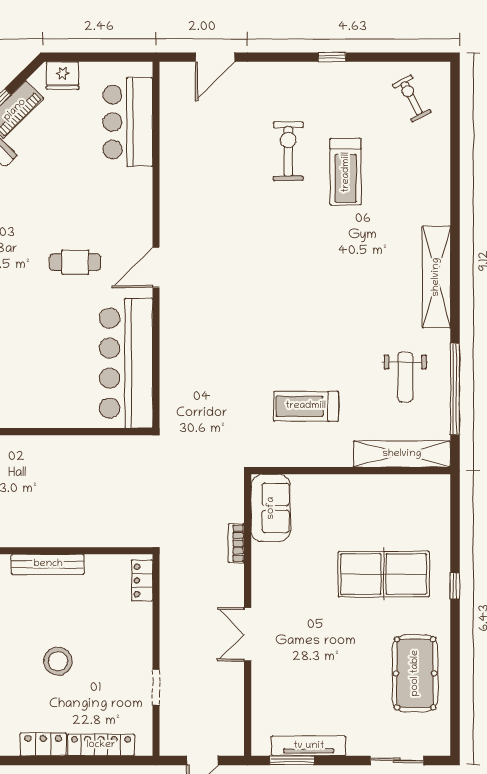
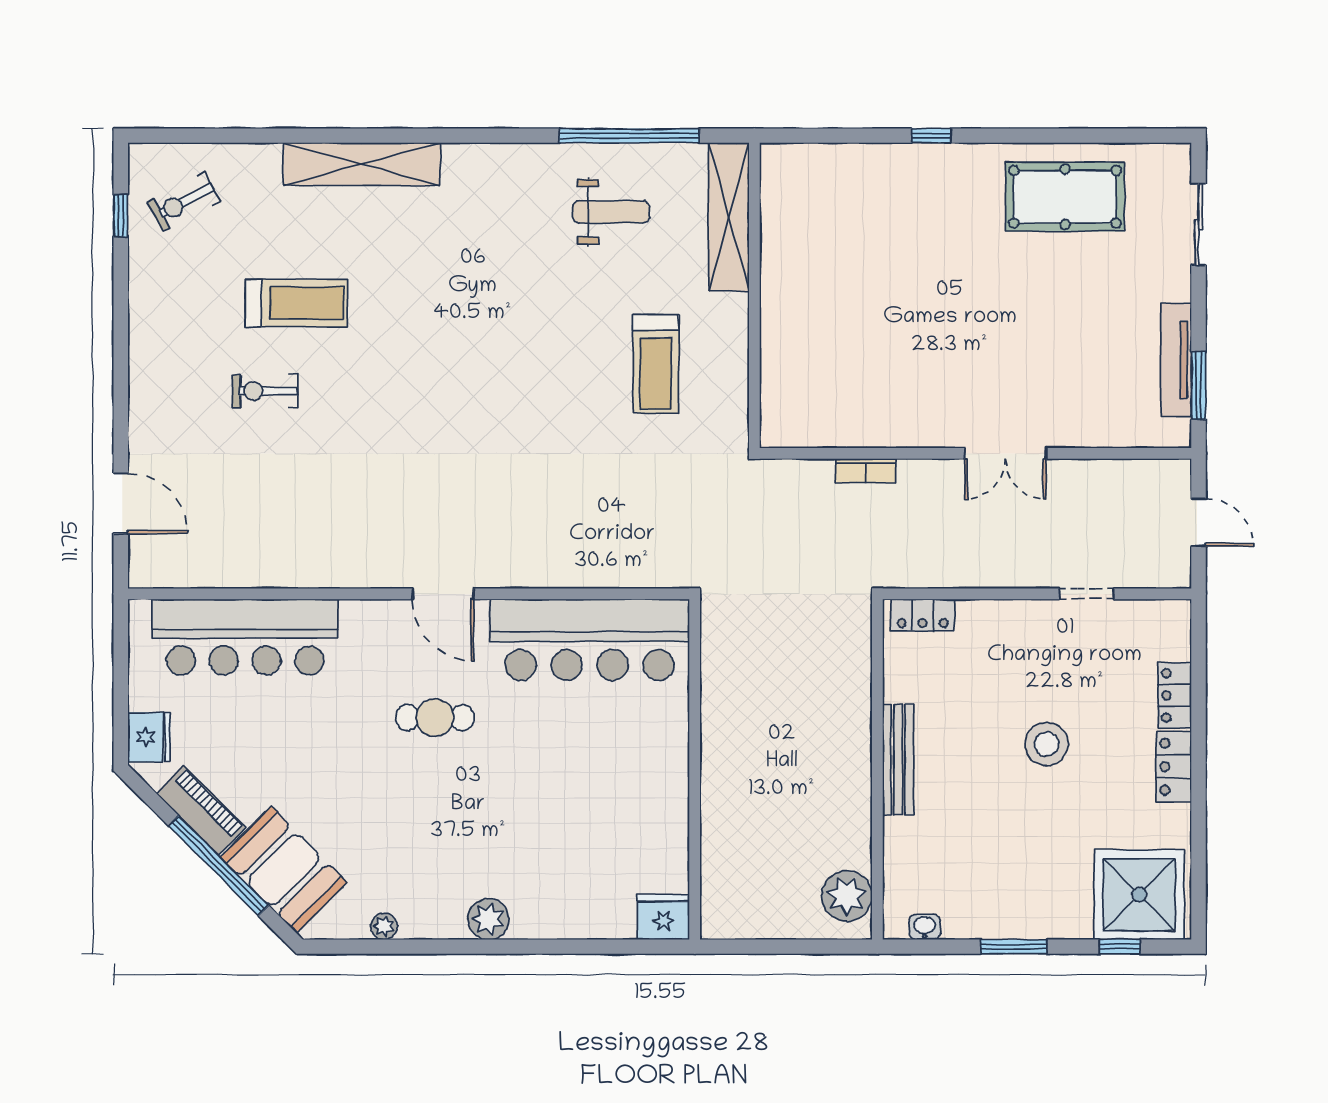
window: (332, 57) -> (121, 216), moved
bar counter: (128, 122) -> (245, 637), width x1.36
exercise bike: (288, 151) -> (265, 391), width x0.73, depth x0.72
cafe table: (75, 262) -> (435, 718), turned 90
shelving: (436, 277) -> (362, 164), moved
sofa: (271, 508) -> (811, 418), removed
table tennis table: (384, 574) -> (913, 245), removed
locker: (101, 745) -> (1175, 695), width x0.66

